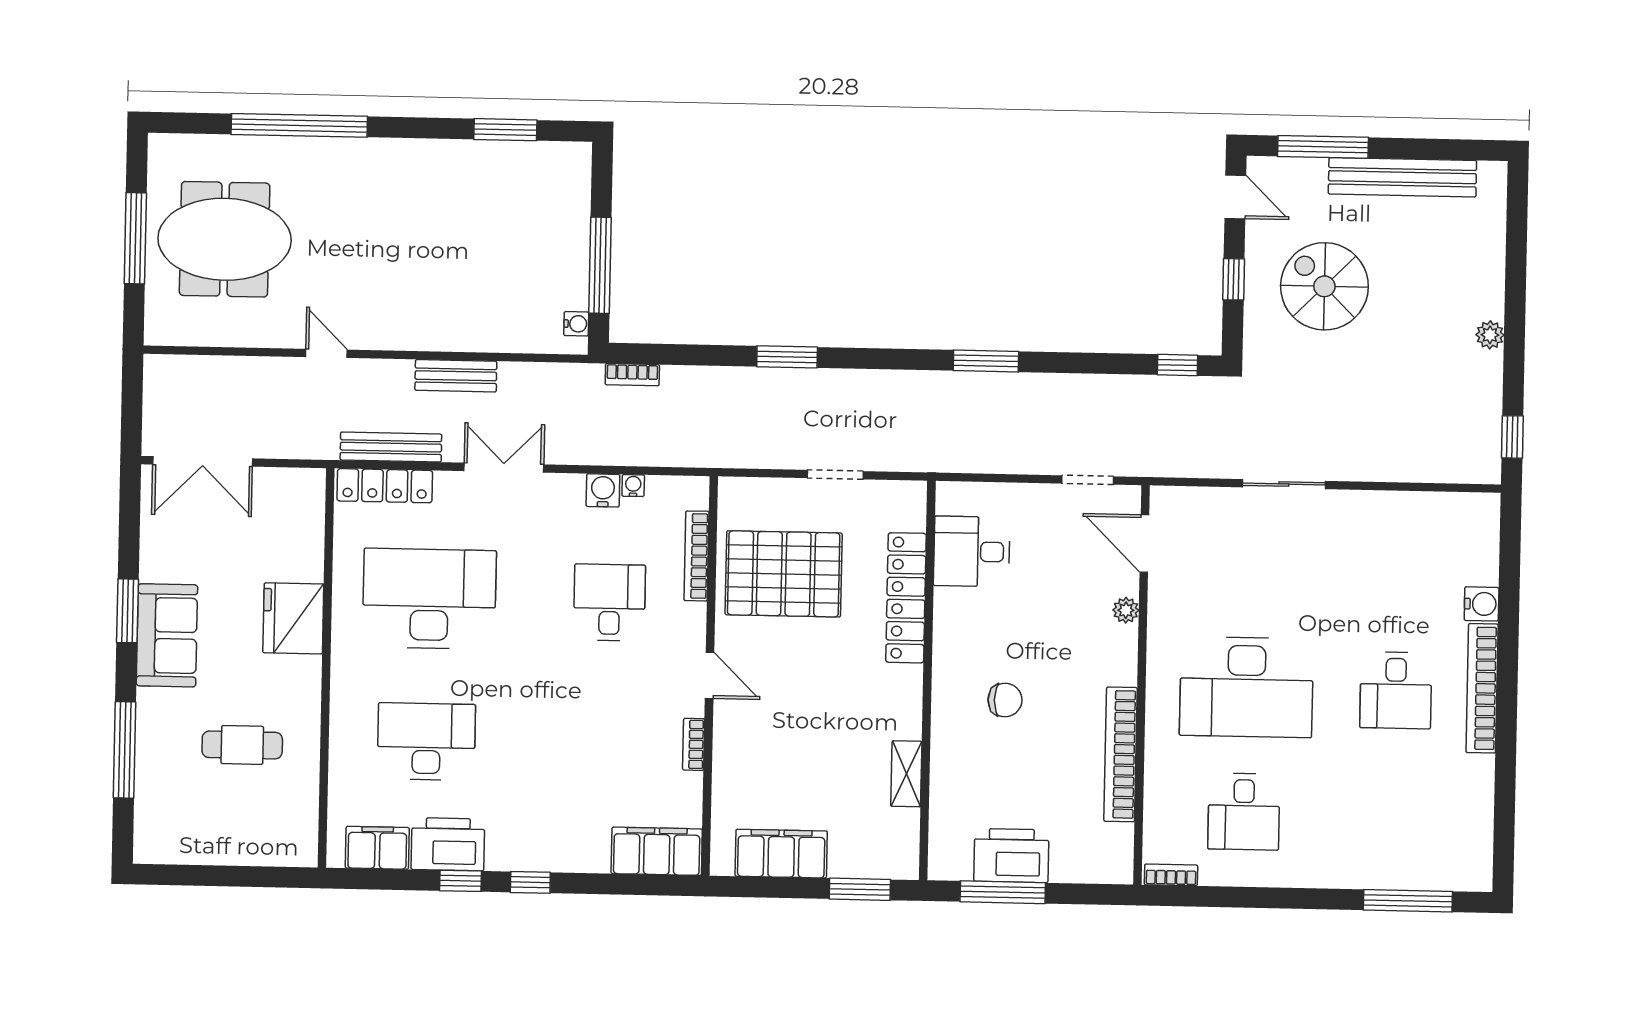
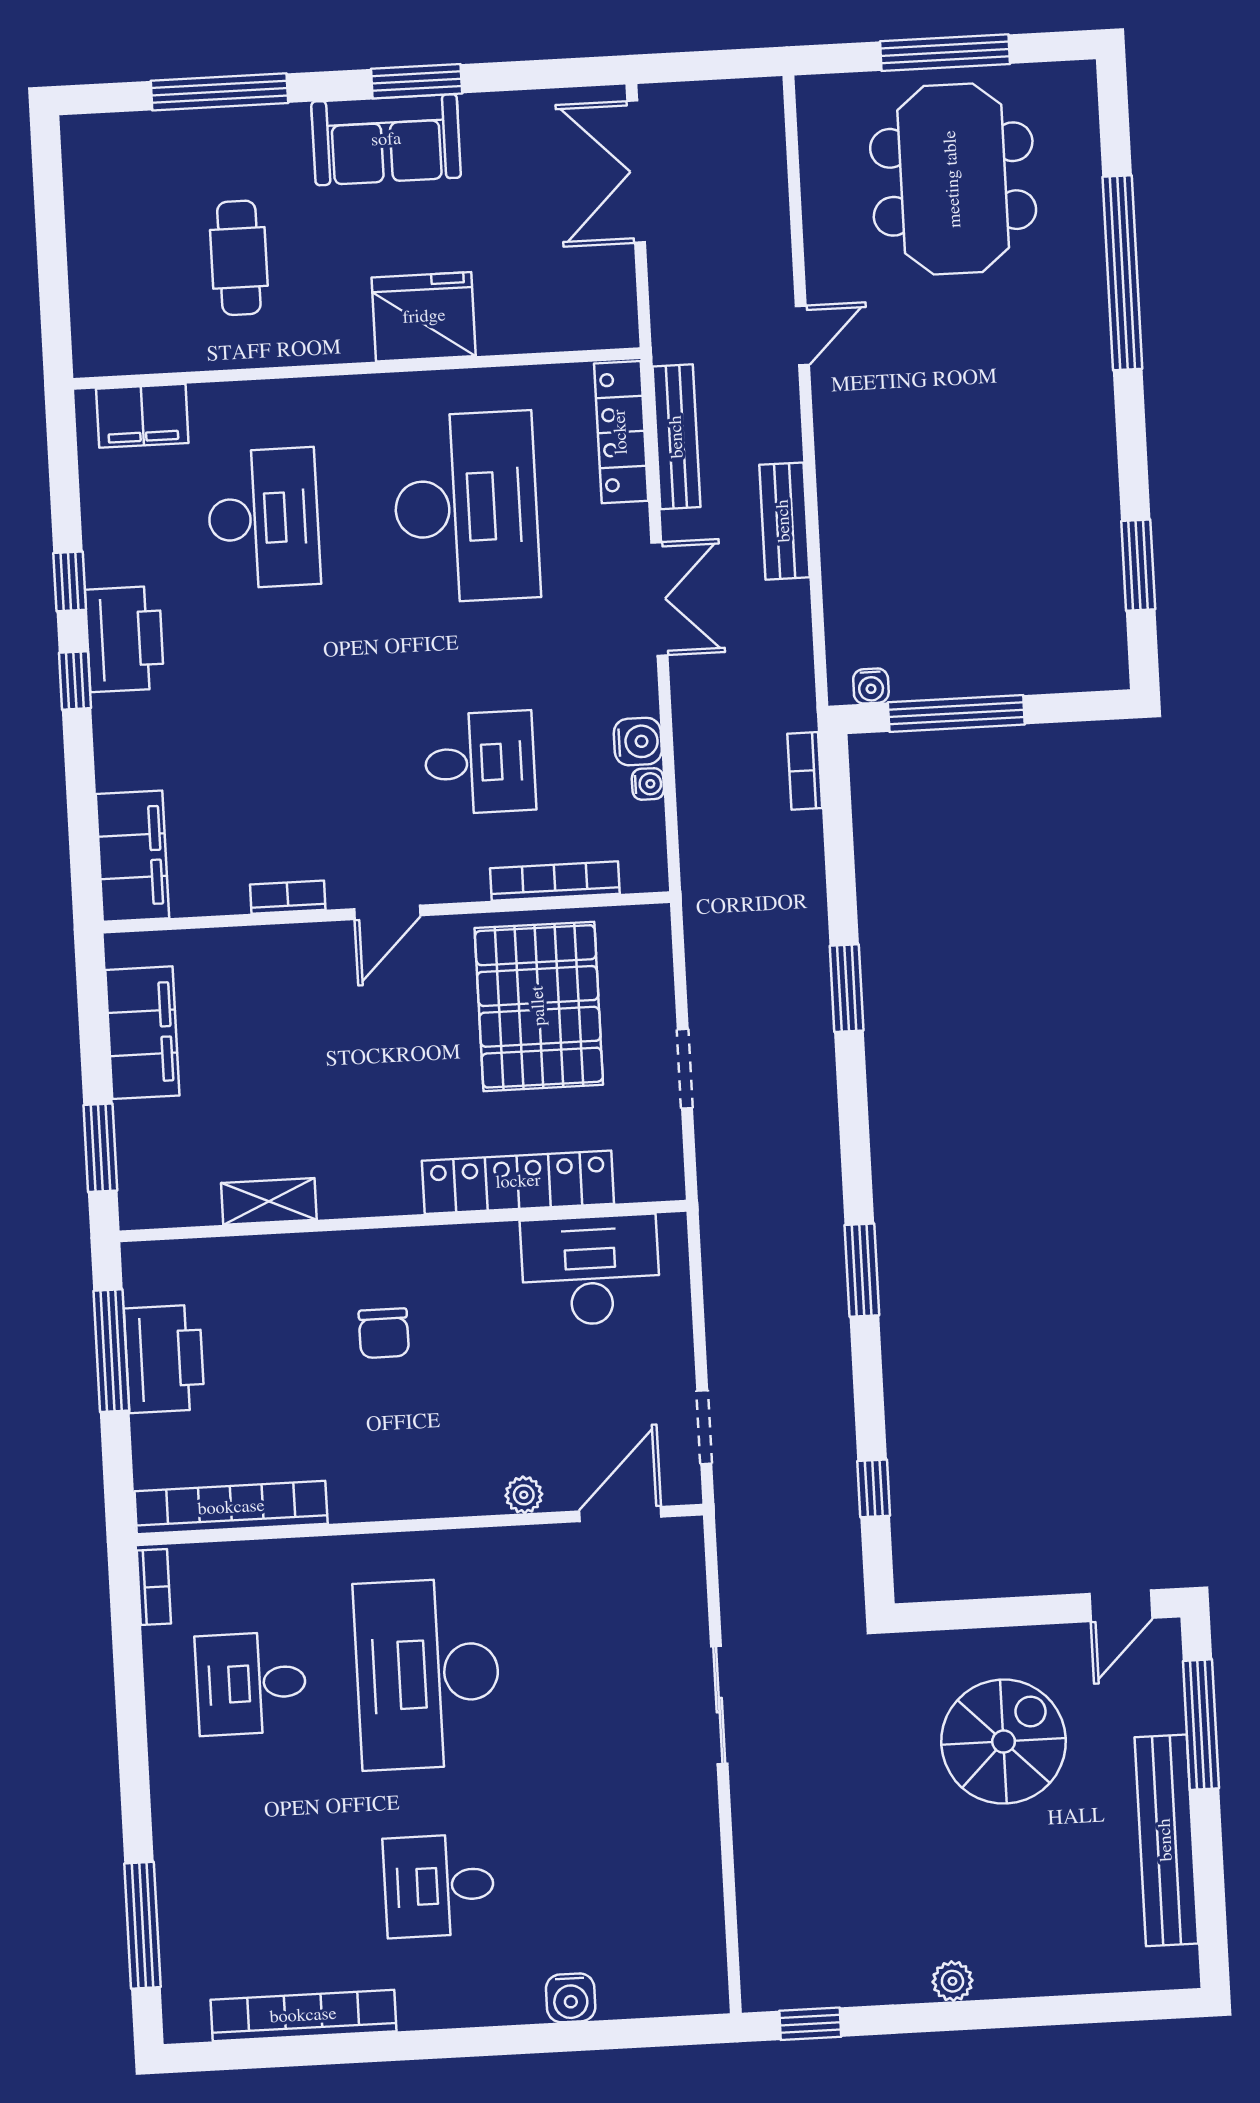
window: (1234, 279) -> (1004, 1612), removed
window: (1178, 365) -> (874, 1488), moved
desk: (972, 552) -> (590, 1270), width x1.37
bookcase: (1482, 688) -> (303, 2016), moved
bookcase: (1121, 754) -> (231, 1508), moved
printer: (448, 844) -> (125, 639), moved
filing cabinet: (377, 848) -> (142, 416), moved, turned 90

